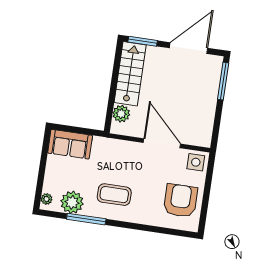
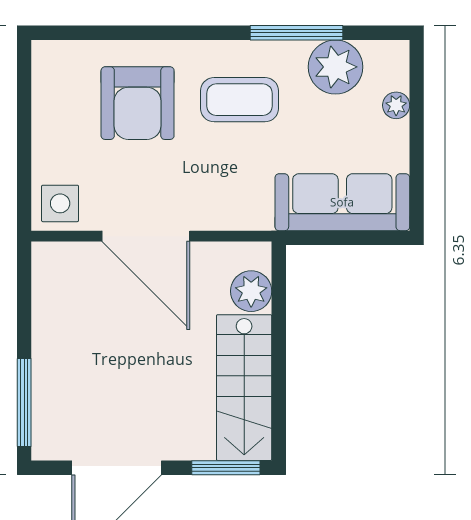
sofa: (70, 144) -> (342, 202), width x1.36
plant: (47, 199) -> (396, 105), moved
armchair: (180, 201) -> (138, 103), moved

